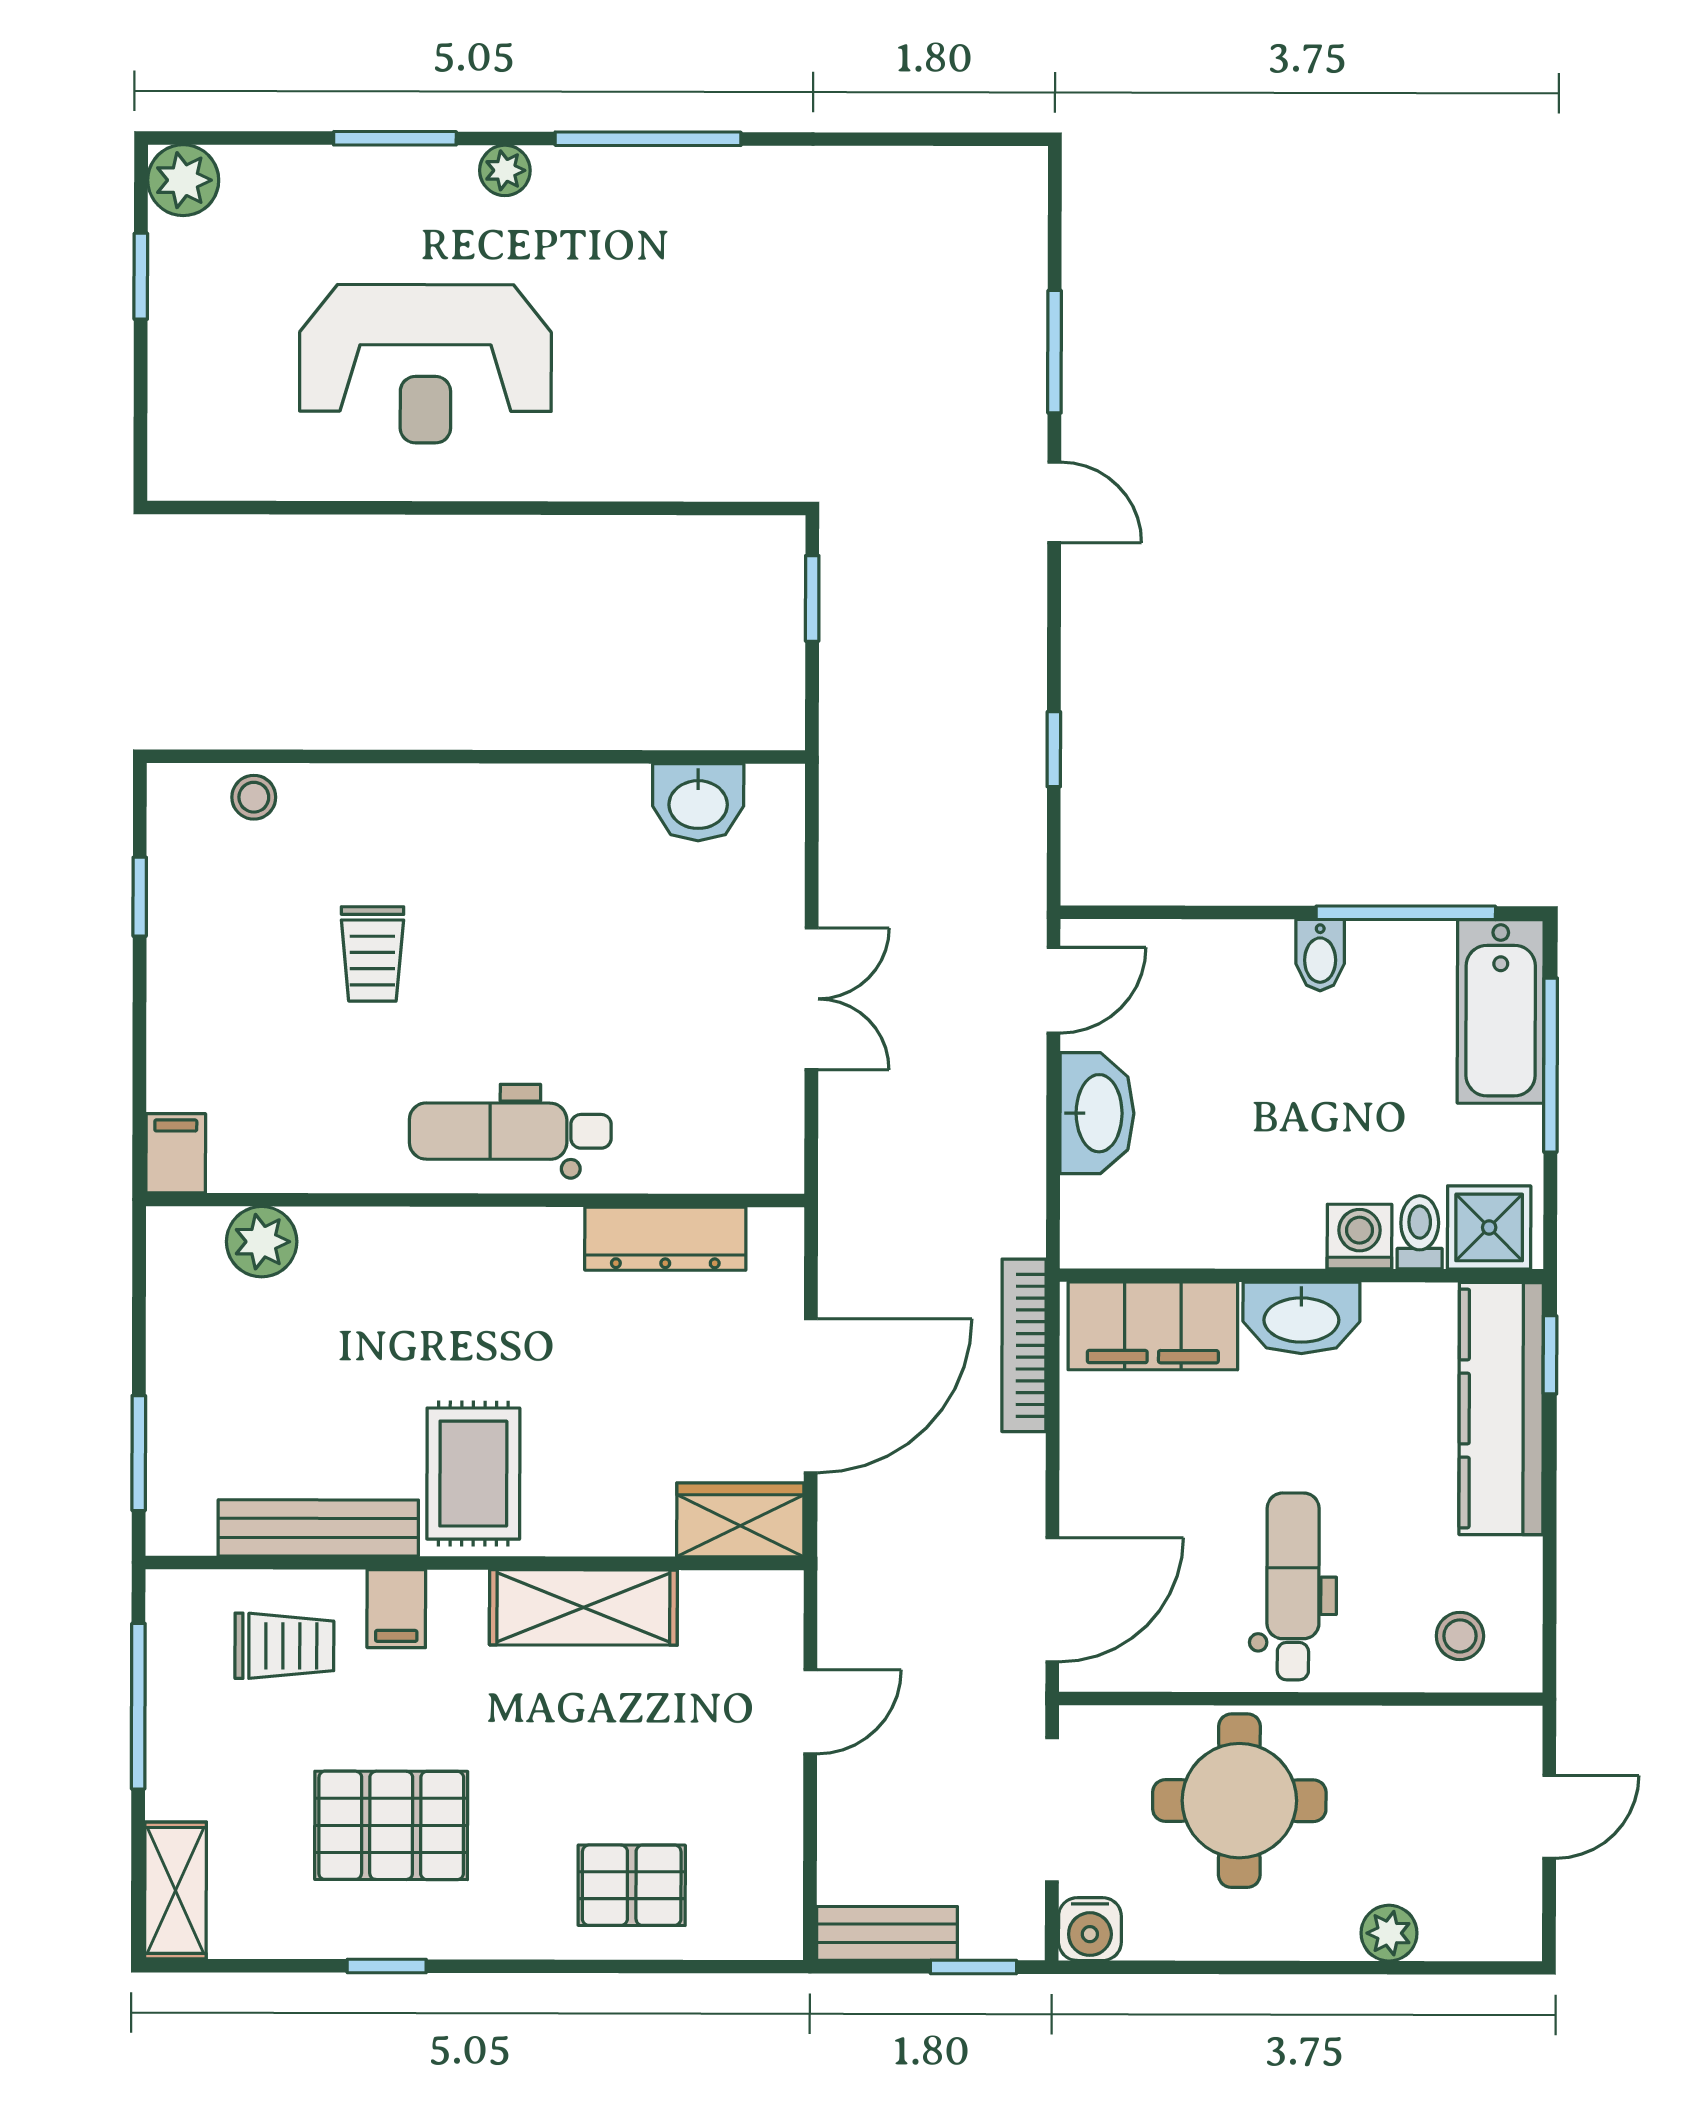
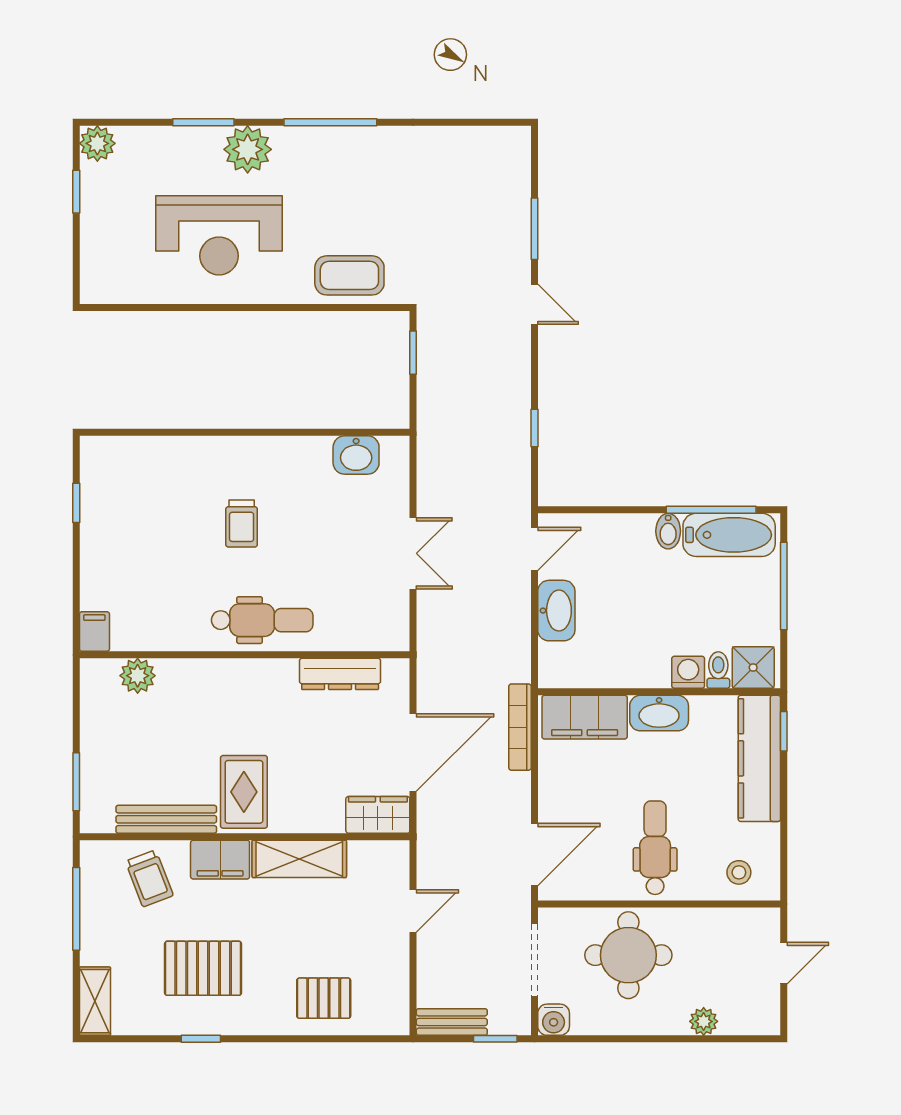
plant: (505, 170) -> (248, 149), width x1.87, depth x1.87
coffee table: (686, 444) -> (349, 275), added
stool: (254, 797) -> (133, 453), removed
trolley: (372, 954) -> (242, 524), moved
bathtub: (1501, 1011) -> (729, 535), moved, turned -90
dental chair: (510, 1131) -> (262, 620), turned 180
filing cabinet: (396, 1609) -> (220, 860), width x2.00
trolley: (284, 1646) -> (149, 878), turned 69

